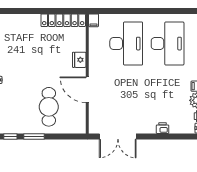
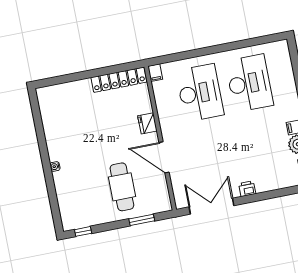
printer: (163, 128) -> (247, 189), moved
window: (34, 137) -> (142, 220), moved
double door: (118, 137) -> (212, 206), swing flipped

